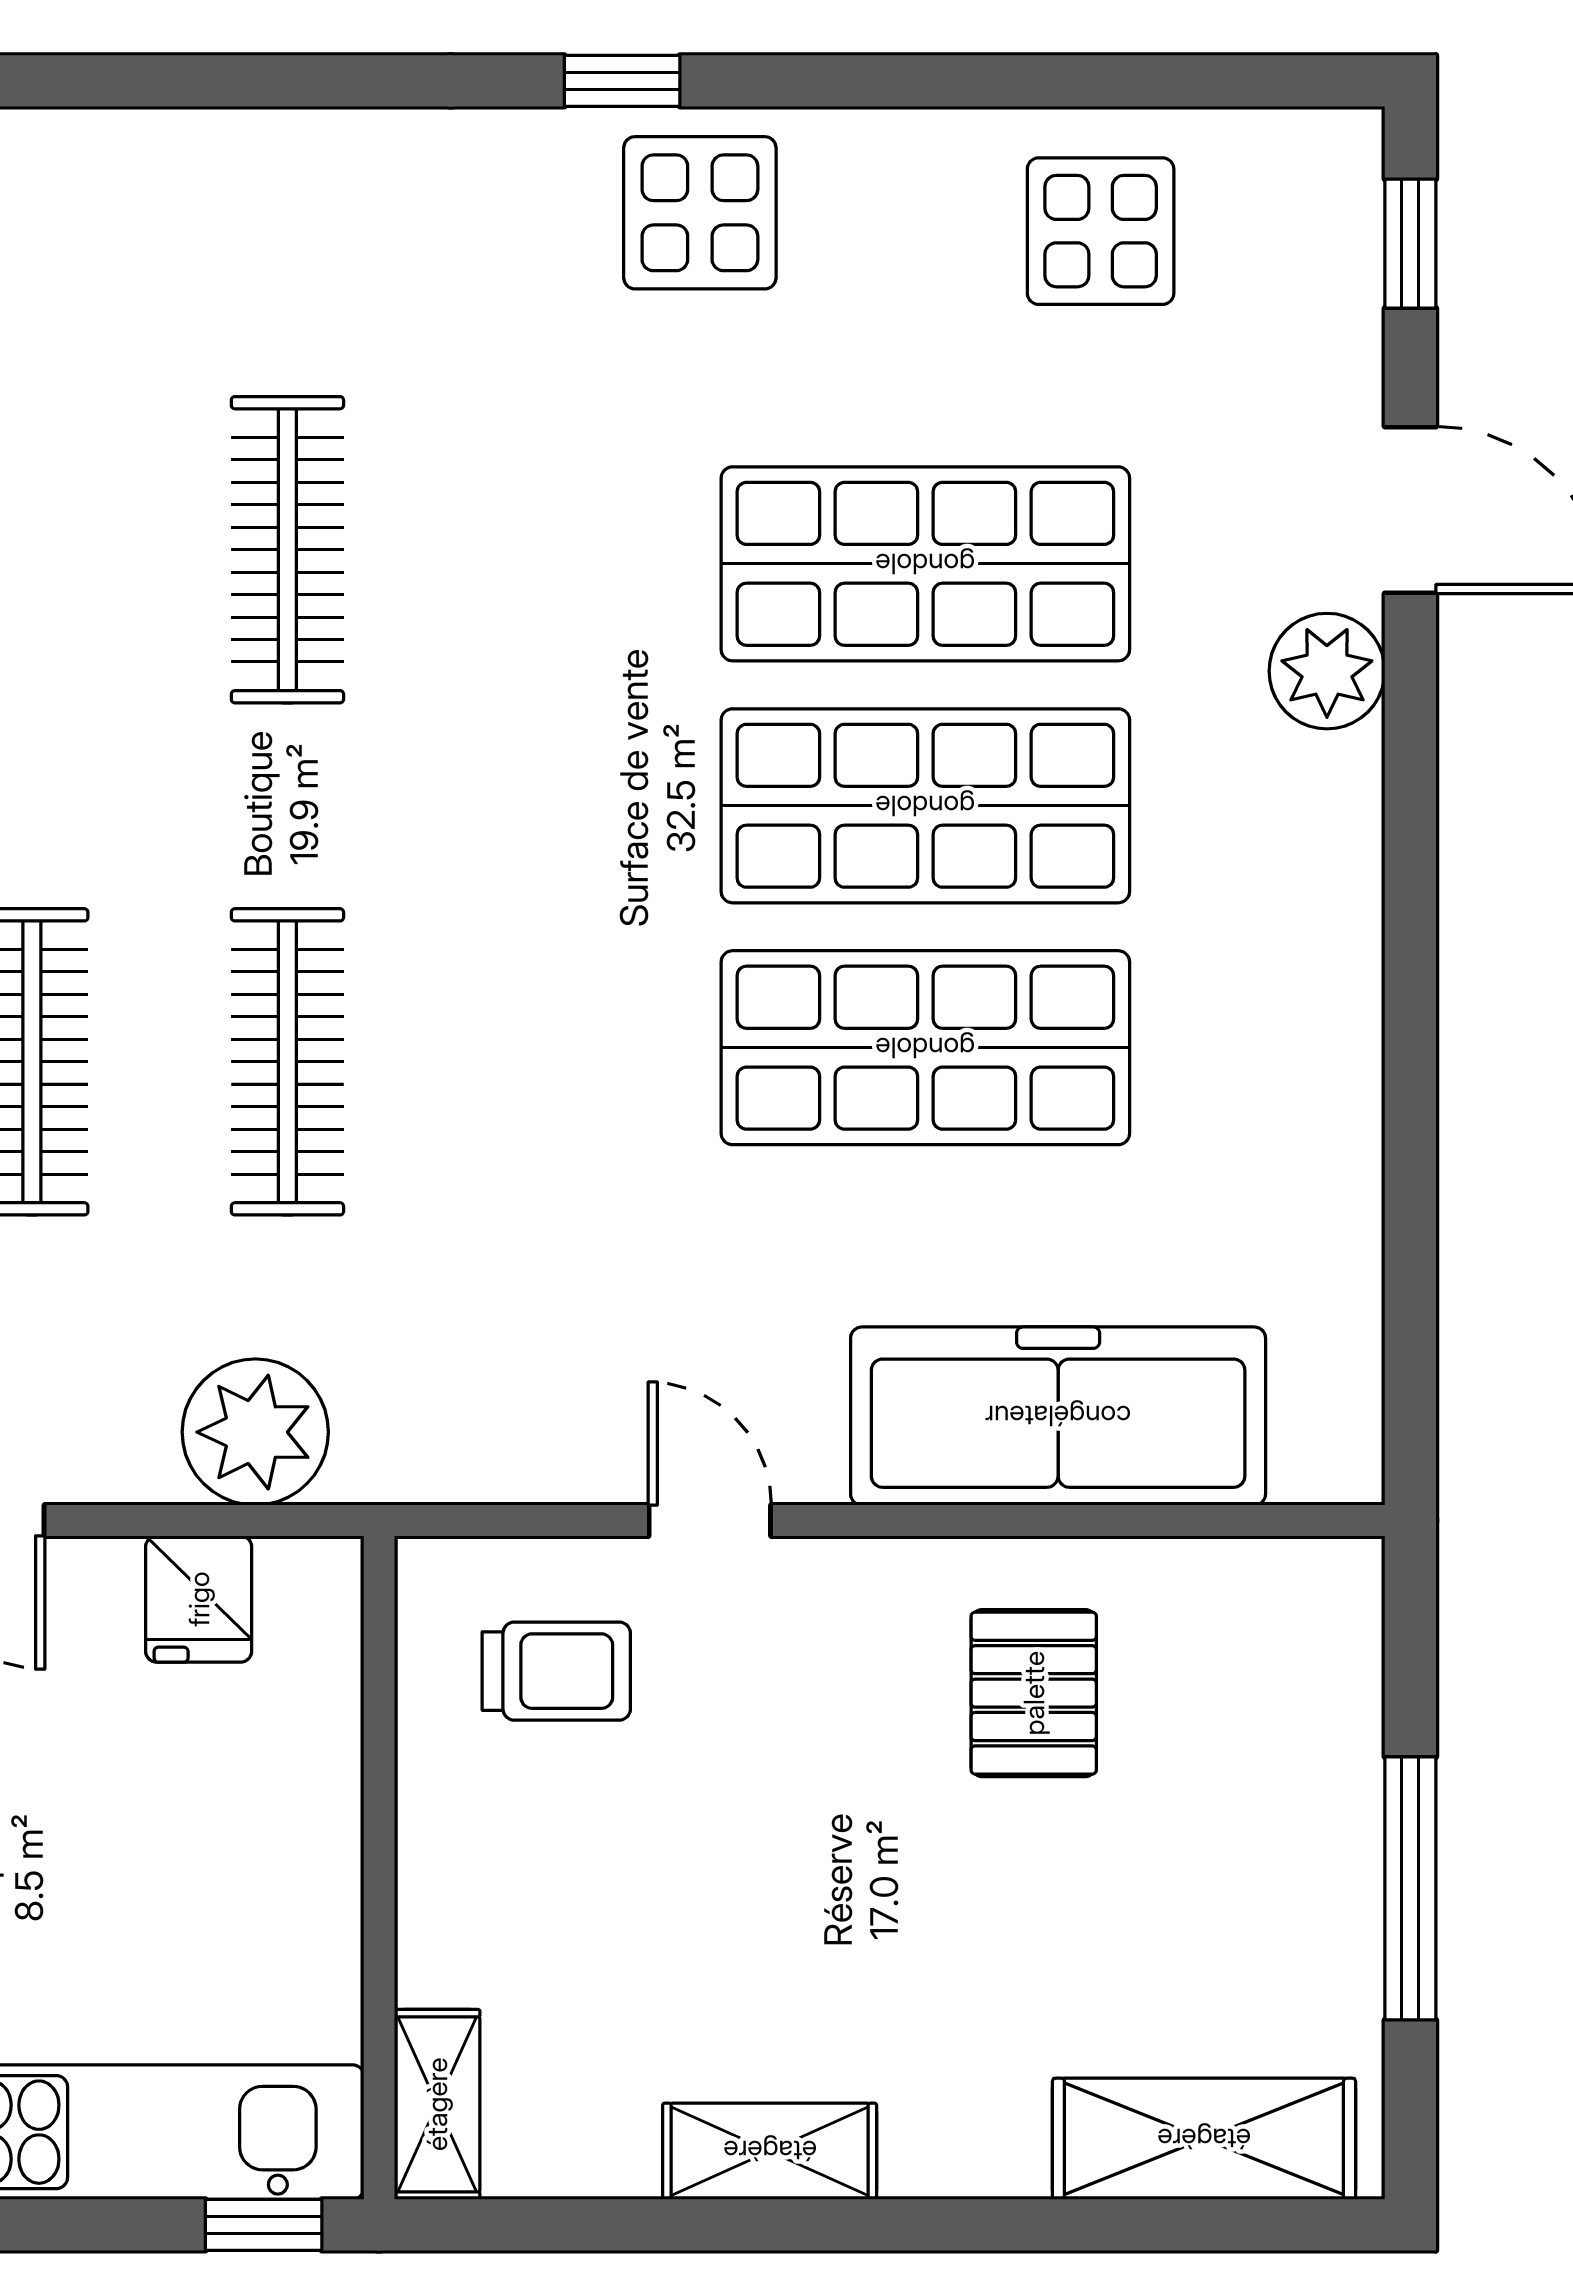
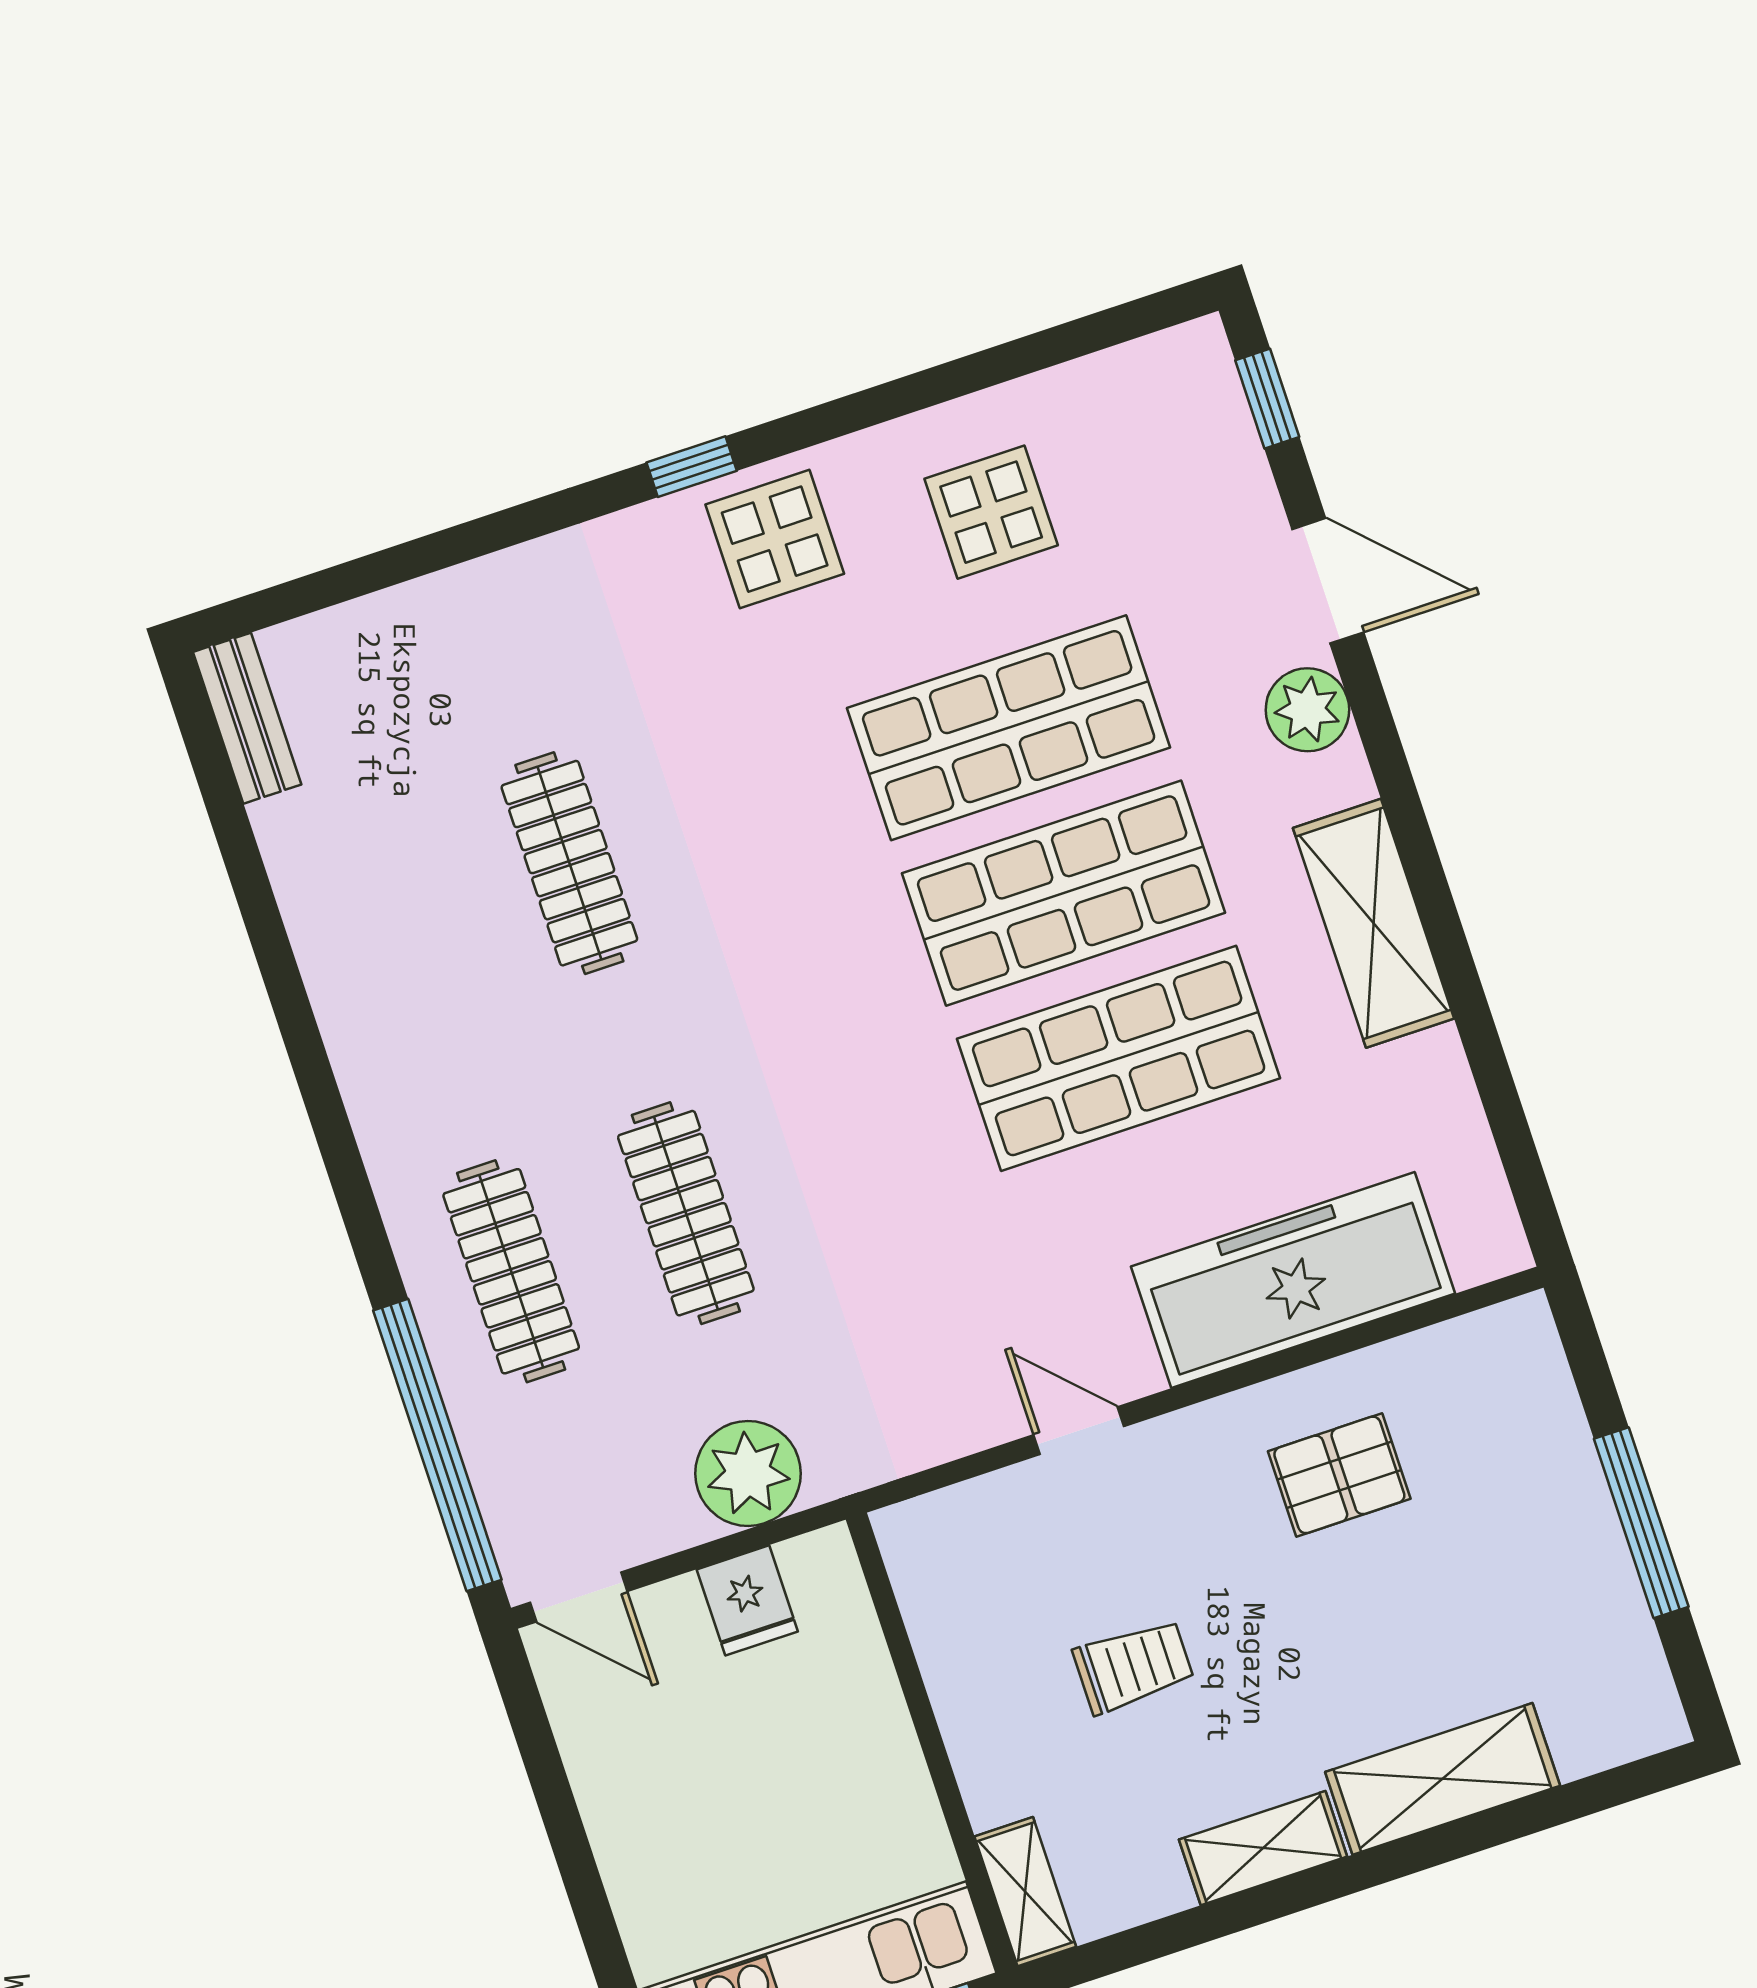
display table: (1101, 231) -> (991, 512), moved
shelving: (1320, 981) -> (1374, 923), added
trolley: (556, 1671) -> (1133, 1666), moved
pallet: (1034, 1693) -> (1339, 1475), turned 90
shelving: (1204, 2139) -> (1443, 1779), moved

